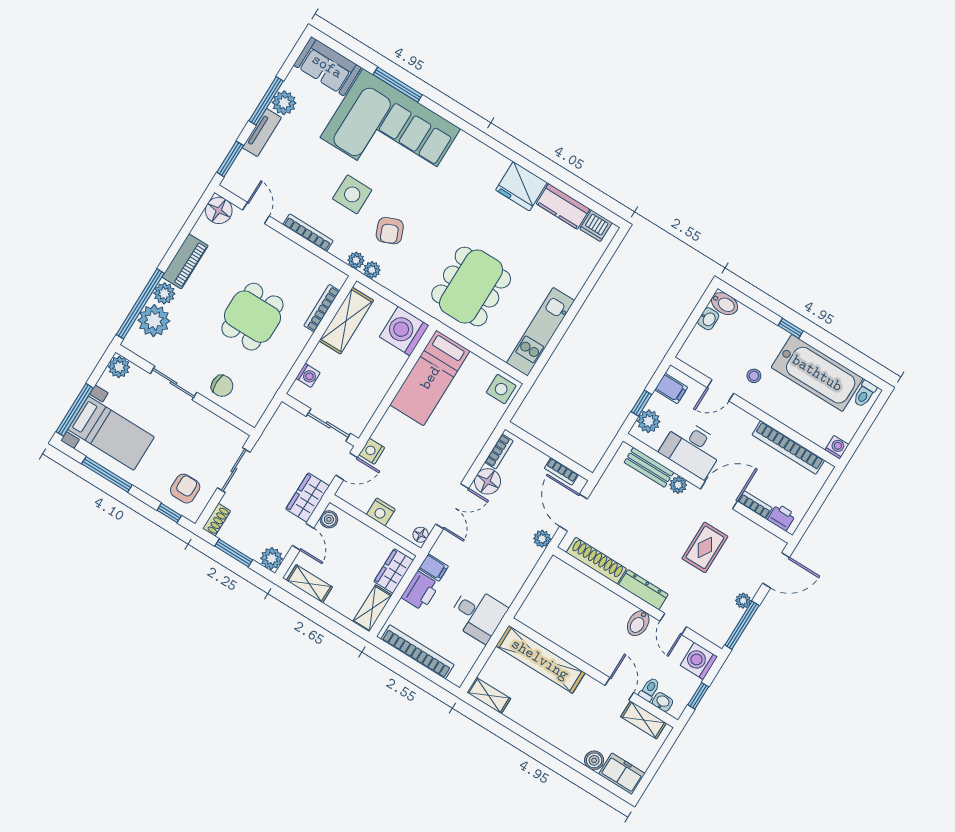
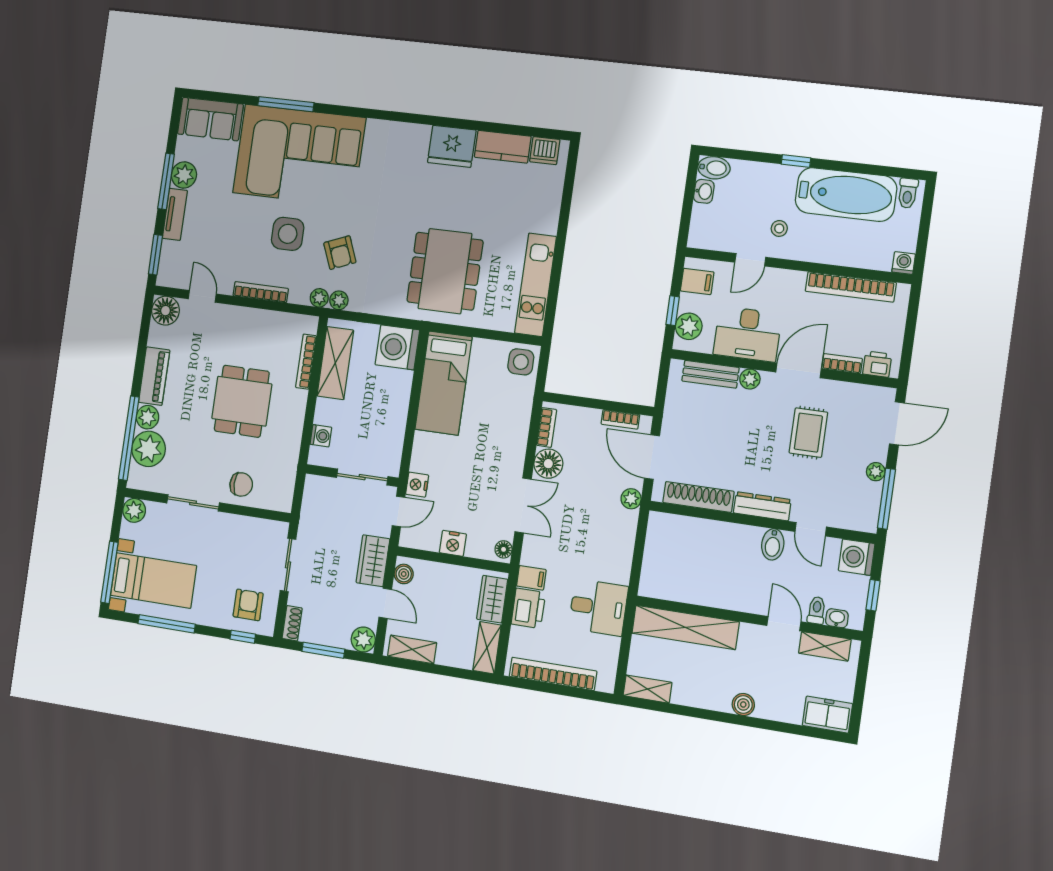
boiler: (594, 760) -> (743, 705), moved

